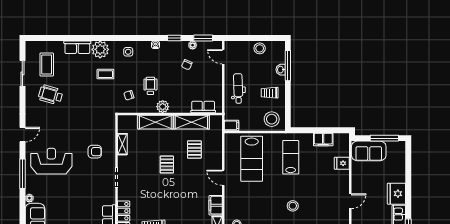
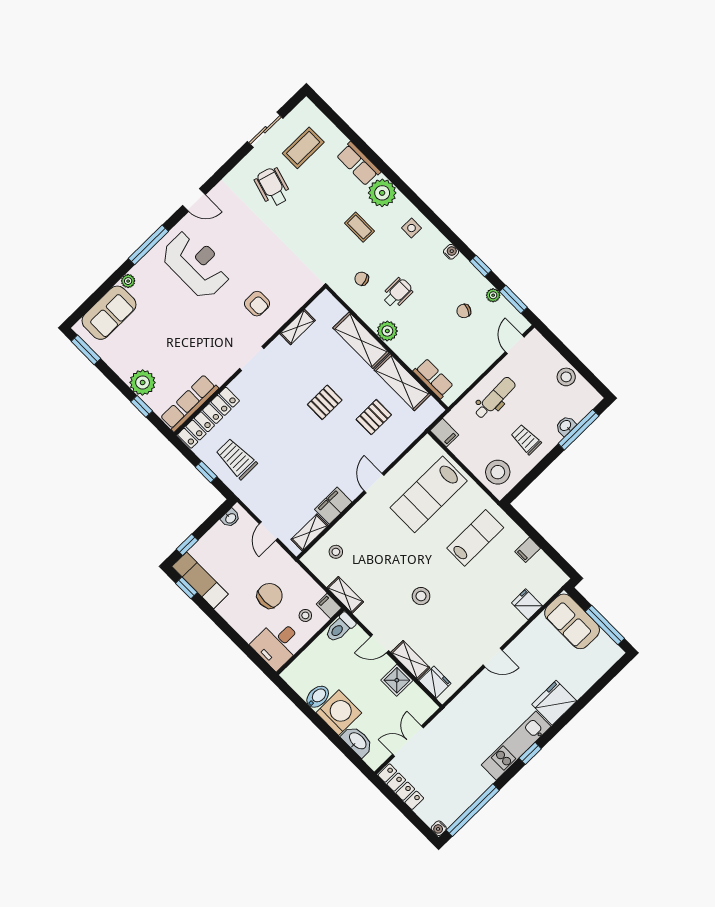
filing cabinet: (323, 140) -> (528, 550), width x0.50

